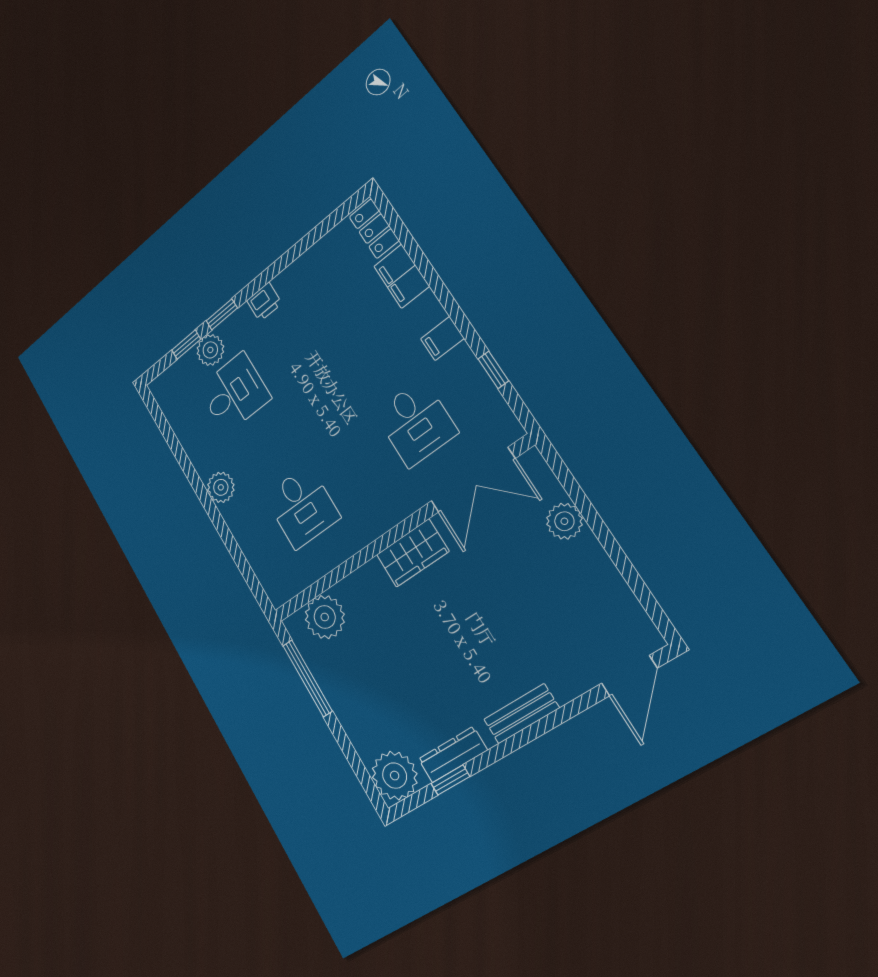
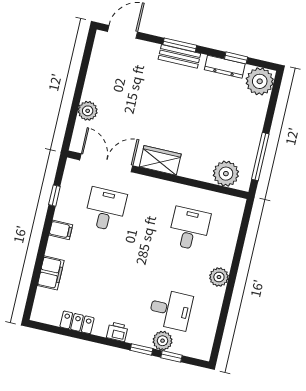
locker: (374, 229) -> (77, 322), moved, turned -90
desk: (234, 393) -> (171, 310), turned 180
window: (536, 730) -> (180, 45), added

